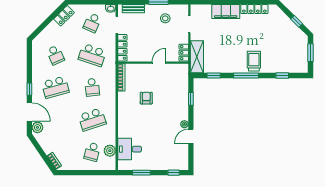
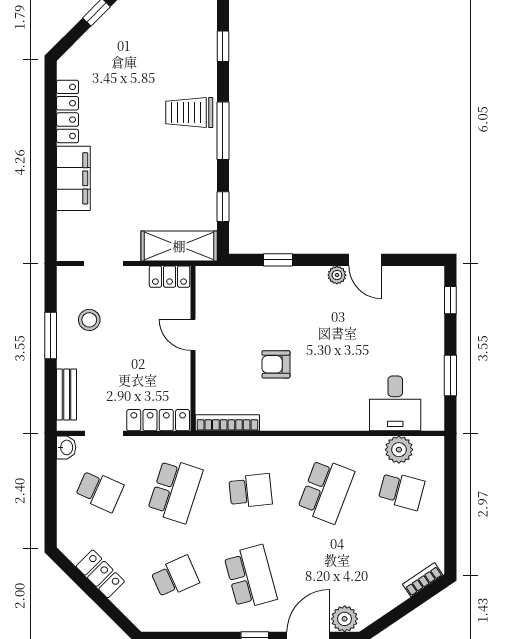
locker: (64, 16) -> (100, 574), moved
school desk: (92, 119) -> (326, 491), turned 39

